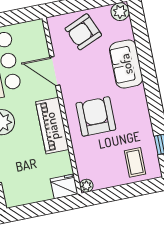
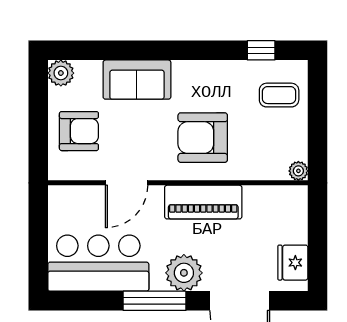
armchair: (83, 32) -> (79, 131), turned -67
fridge: (64, 186) -> (293, 263), moved

